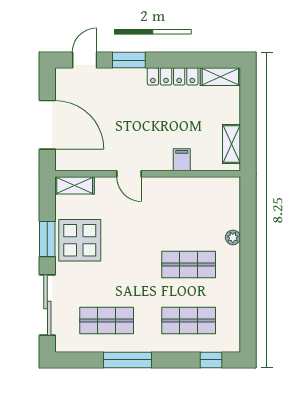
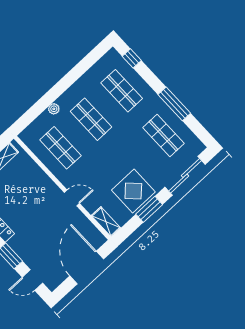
filing cabinet: (182, 160) -> (37, 176), removed
door: (129, 174) -> (72, 198), hinge flipped
shop shelf: (189, 208) -> (60, 148), added

